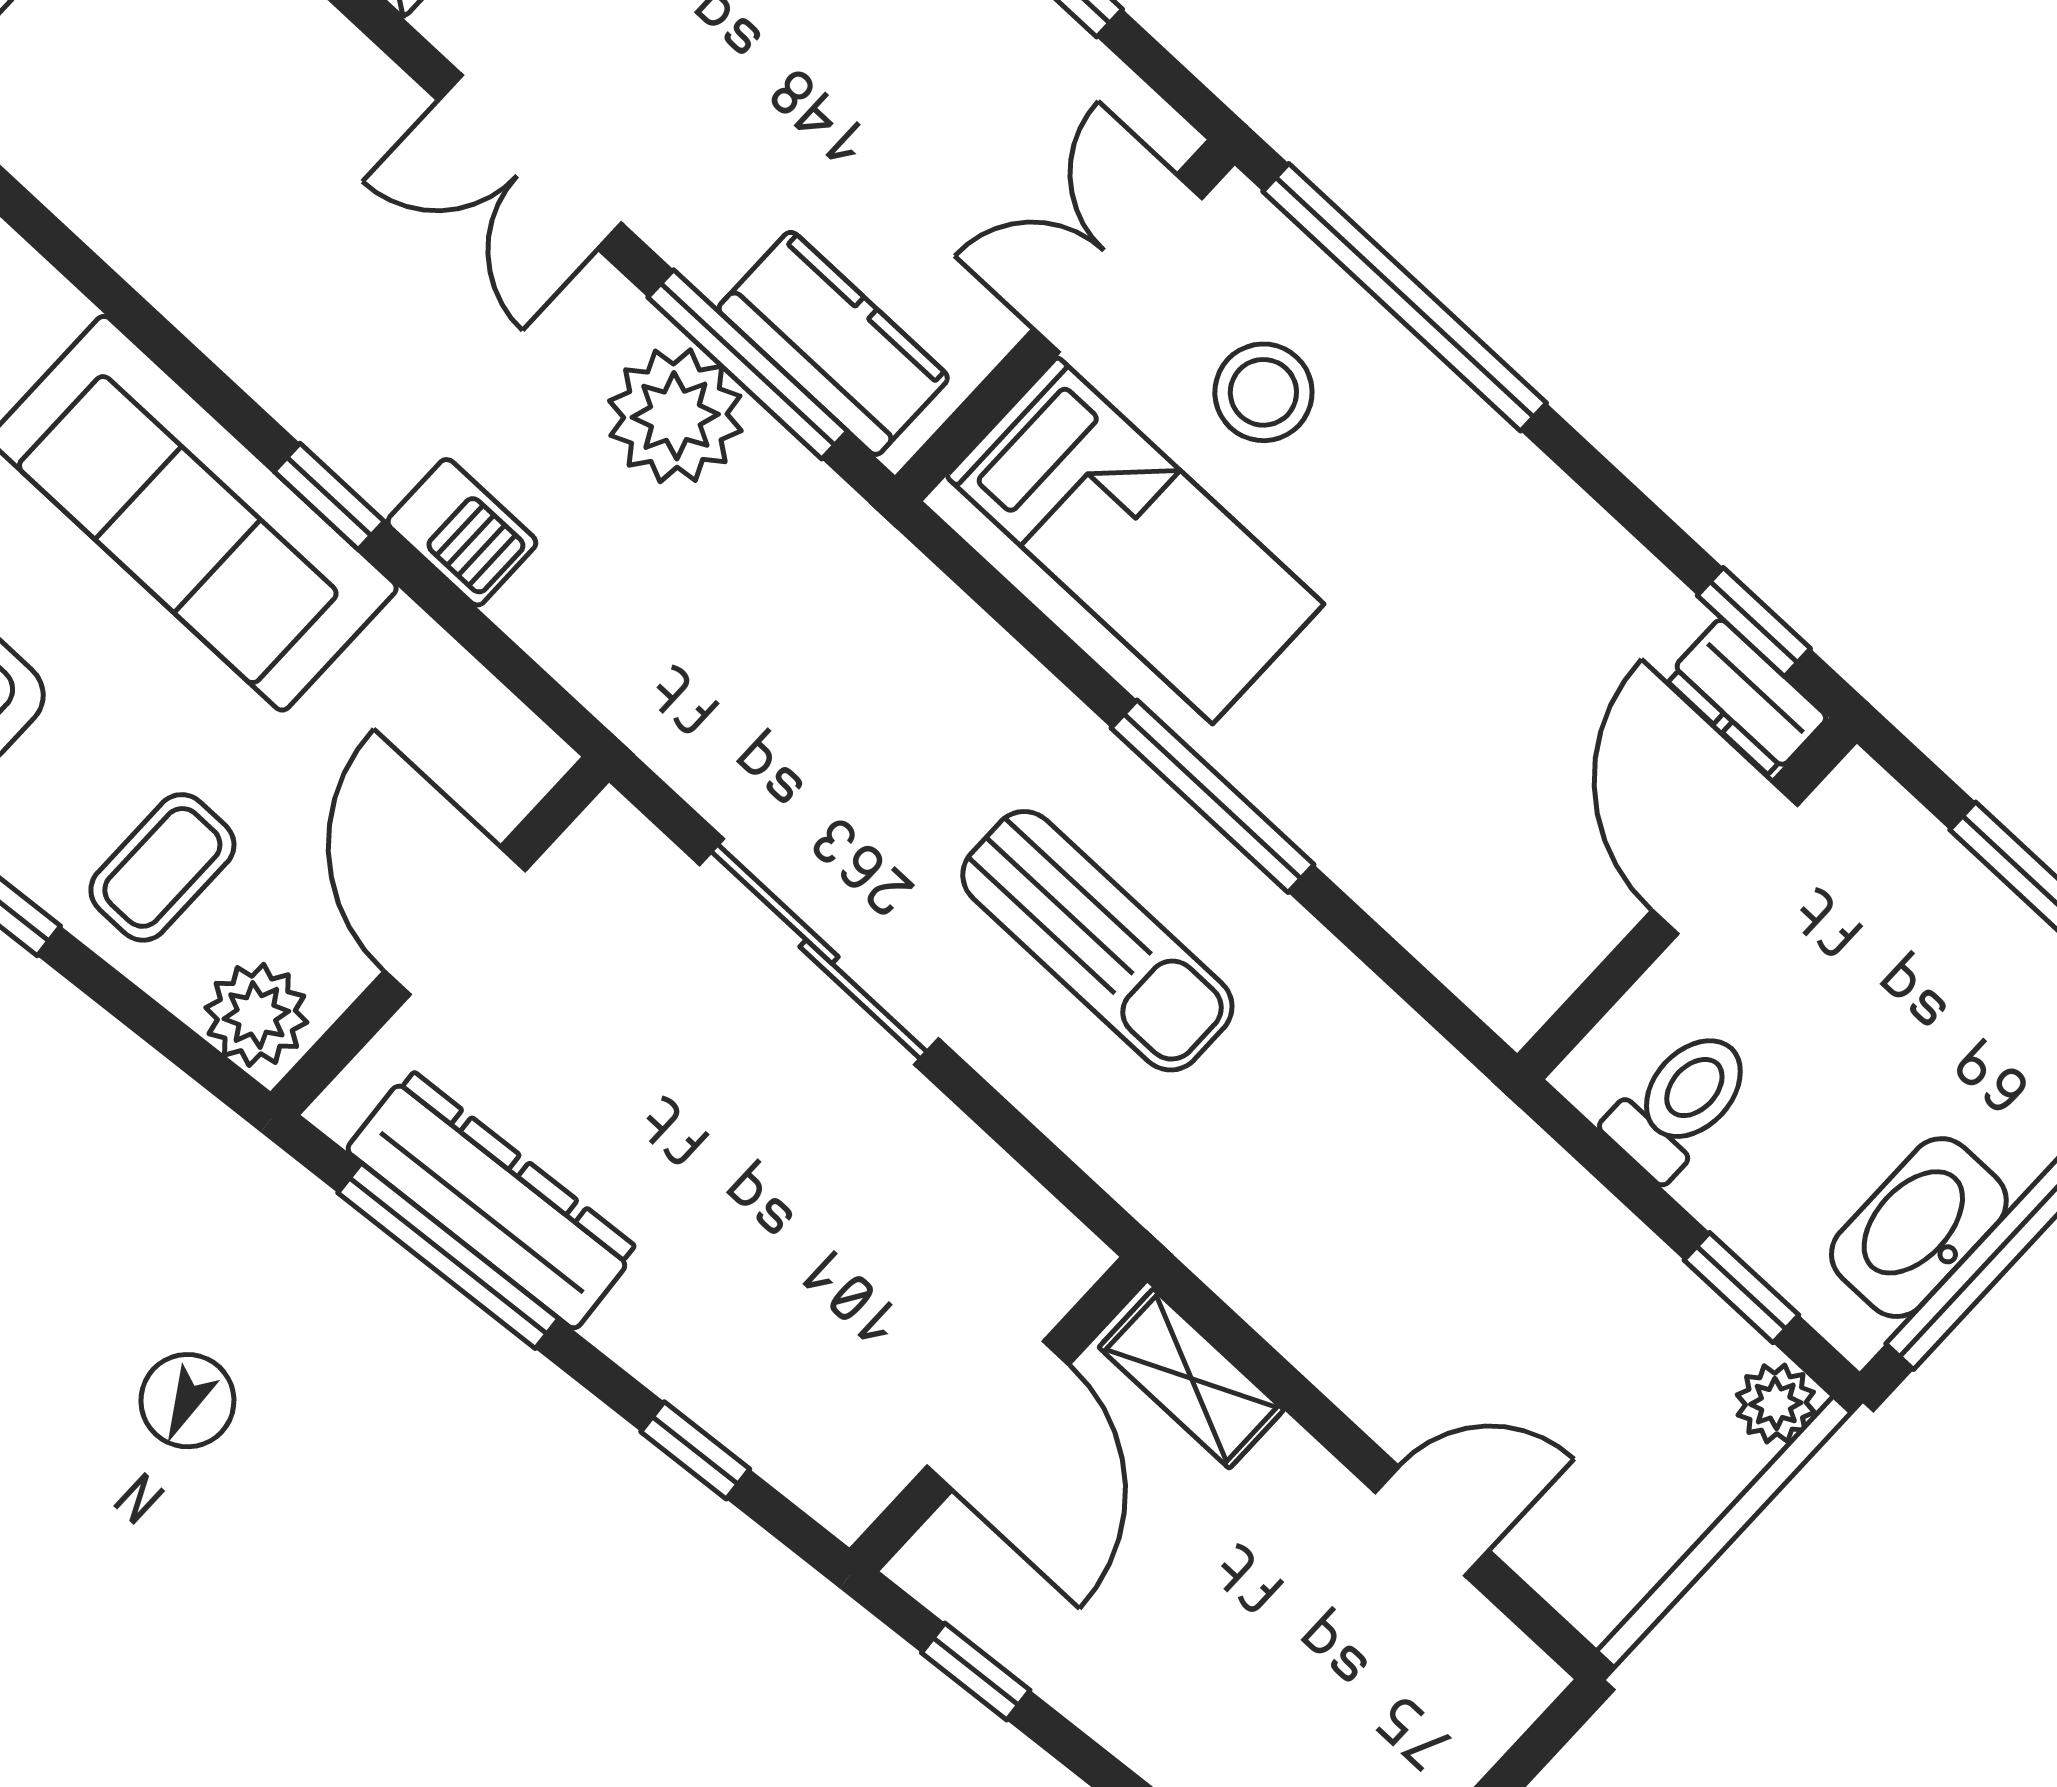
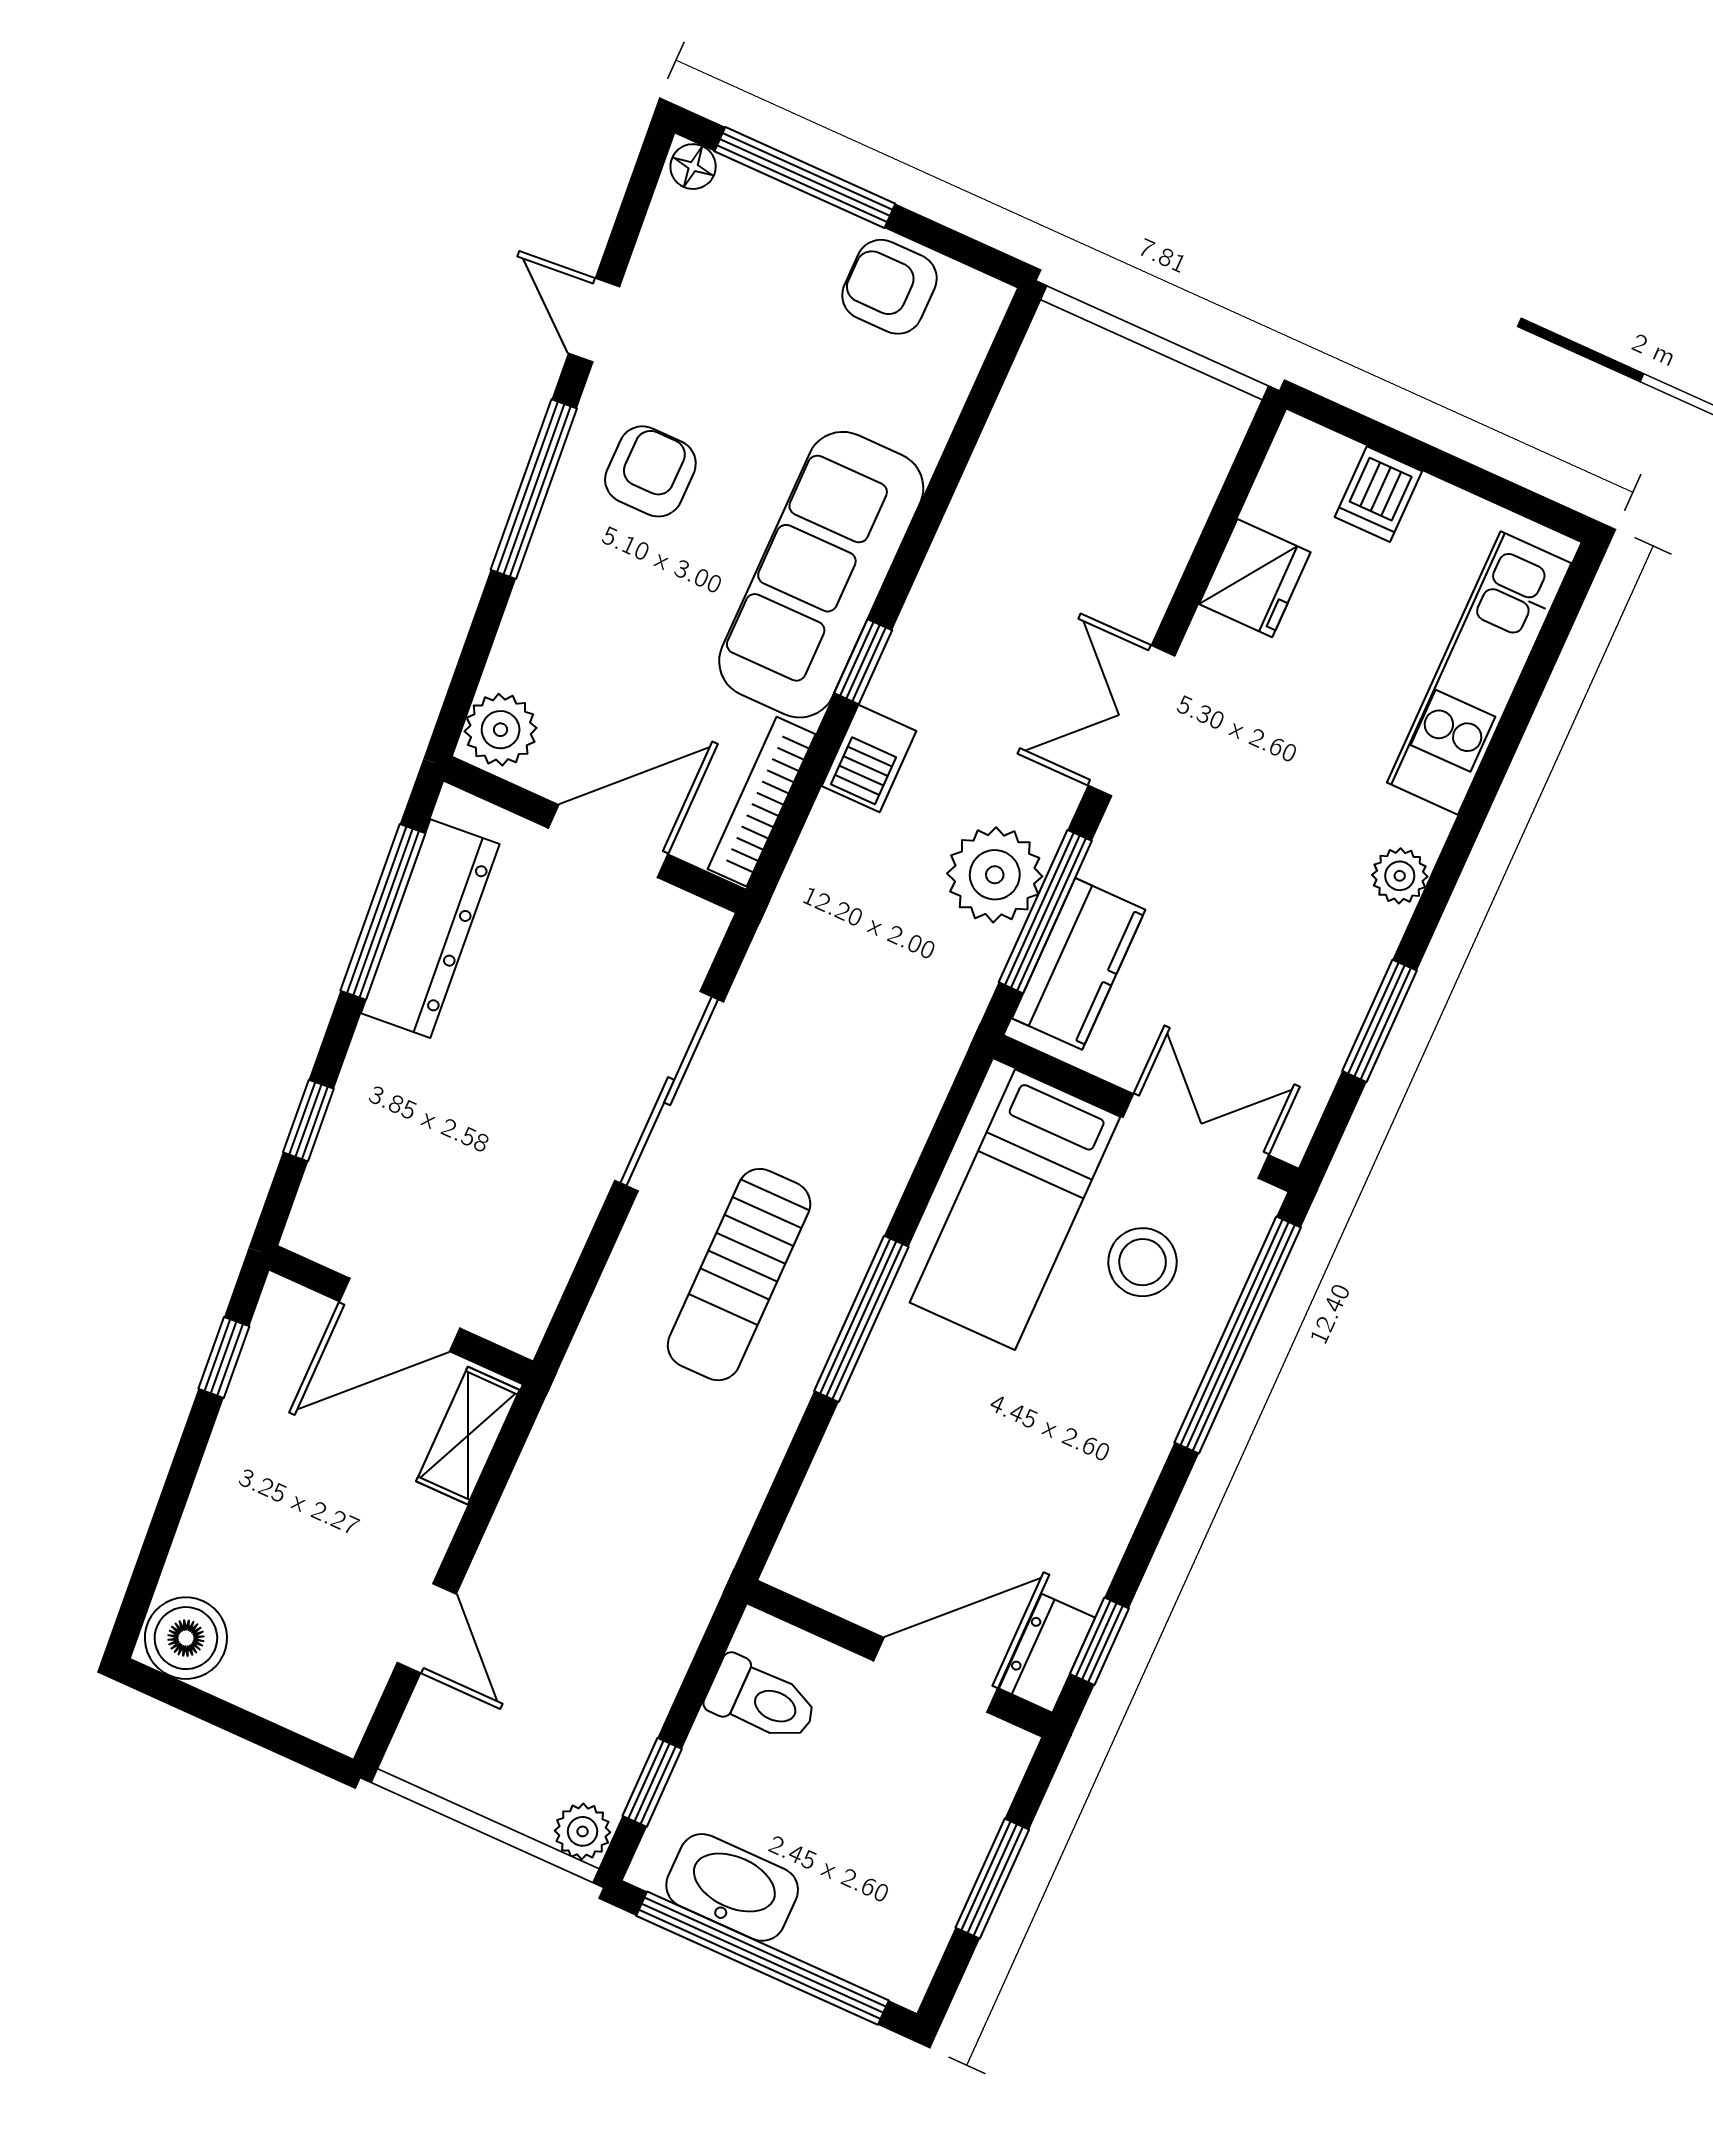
bookcase: (471, 696) -> (762, 802), added
coffee table: (162, 867) -> (578, 634), removed

